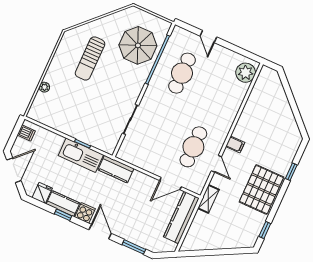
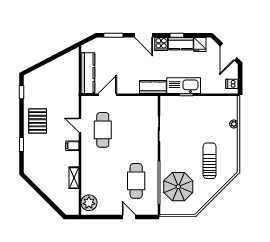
pallet: (261, 190) -> (38, 121), width x0.73, depth x0.71
shelving: (208, 199) -> (74, 178), moved

